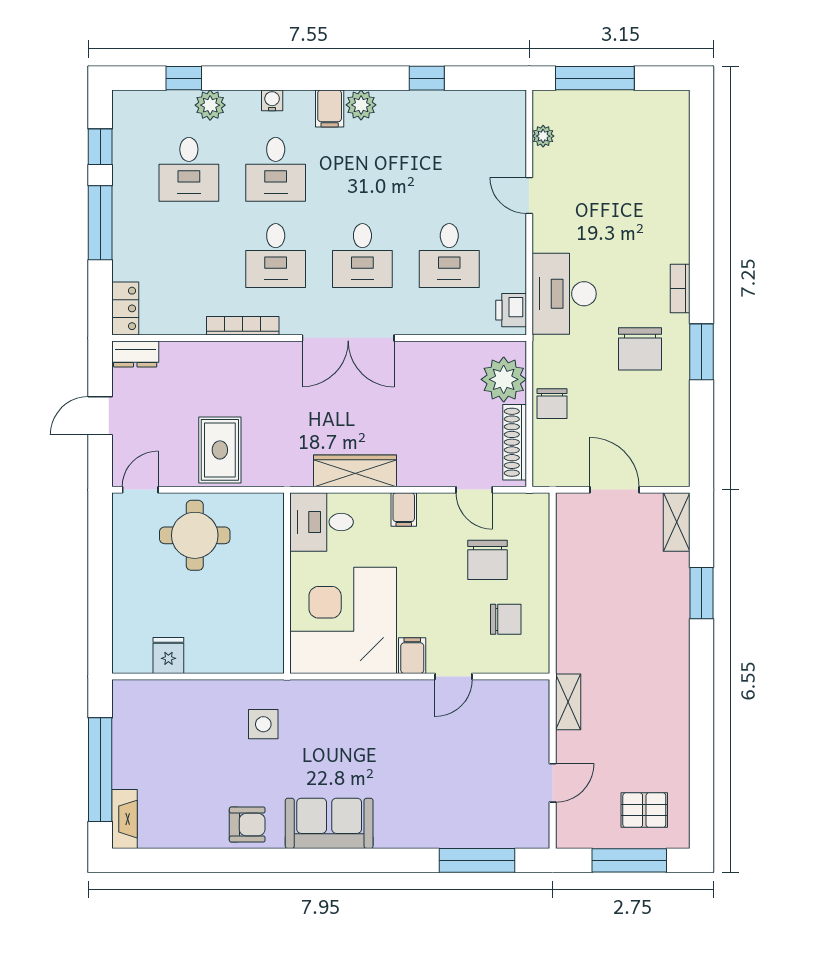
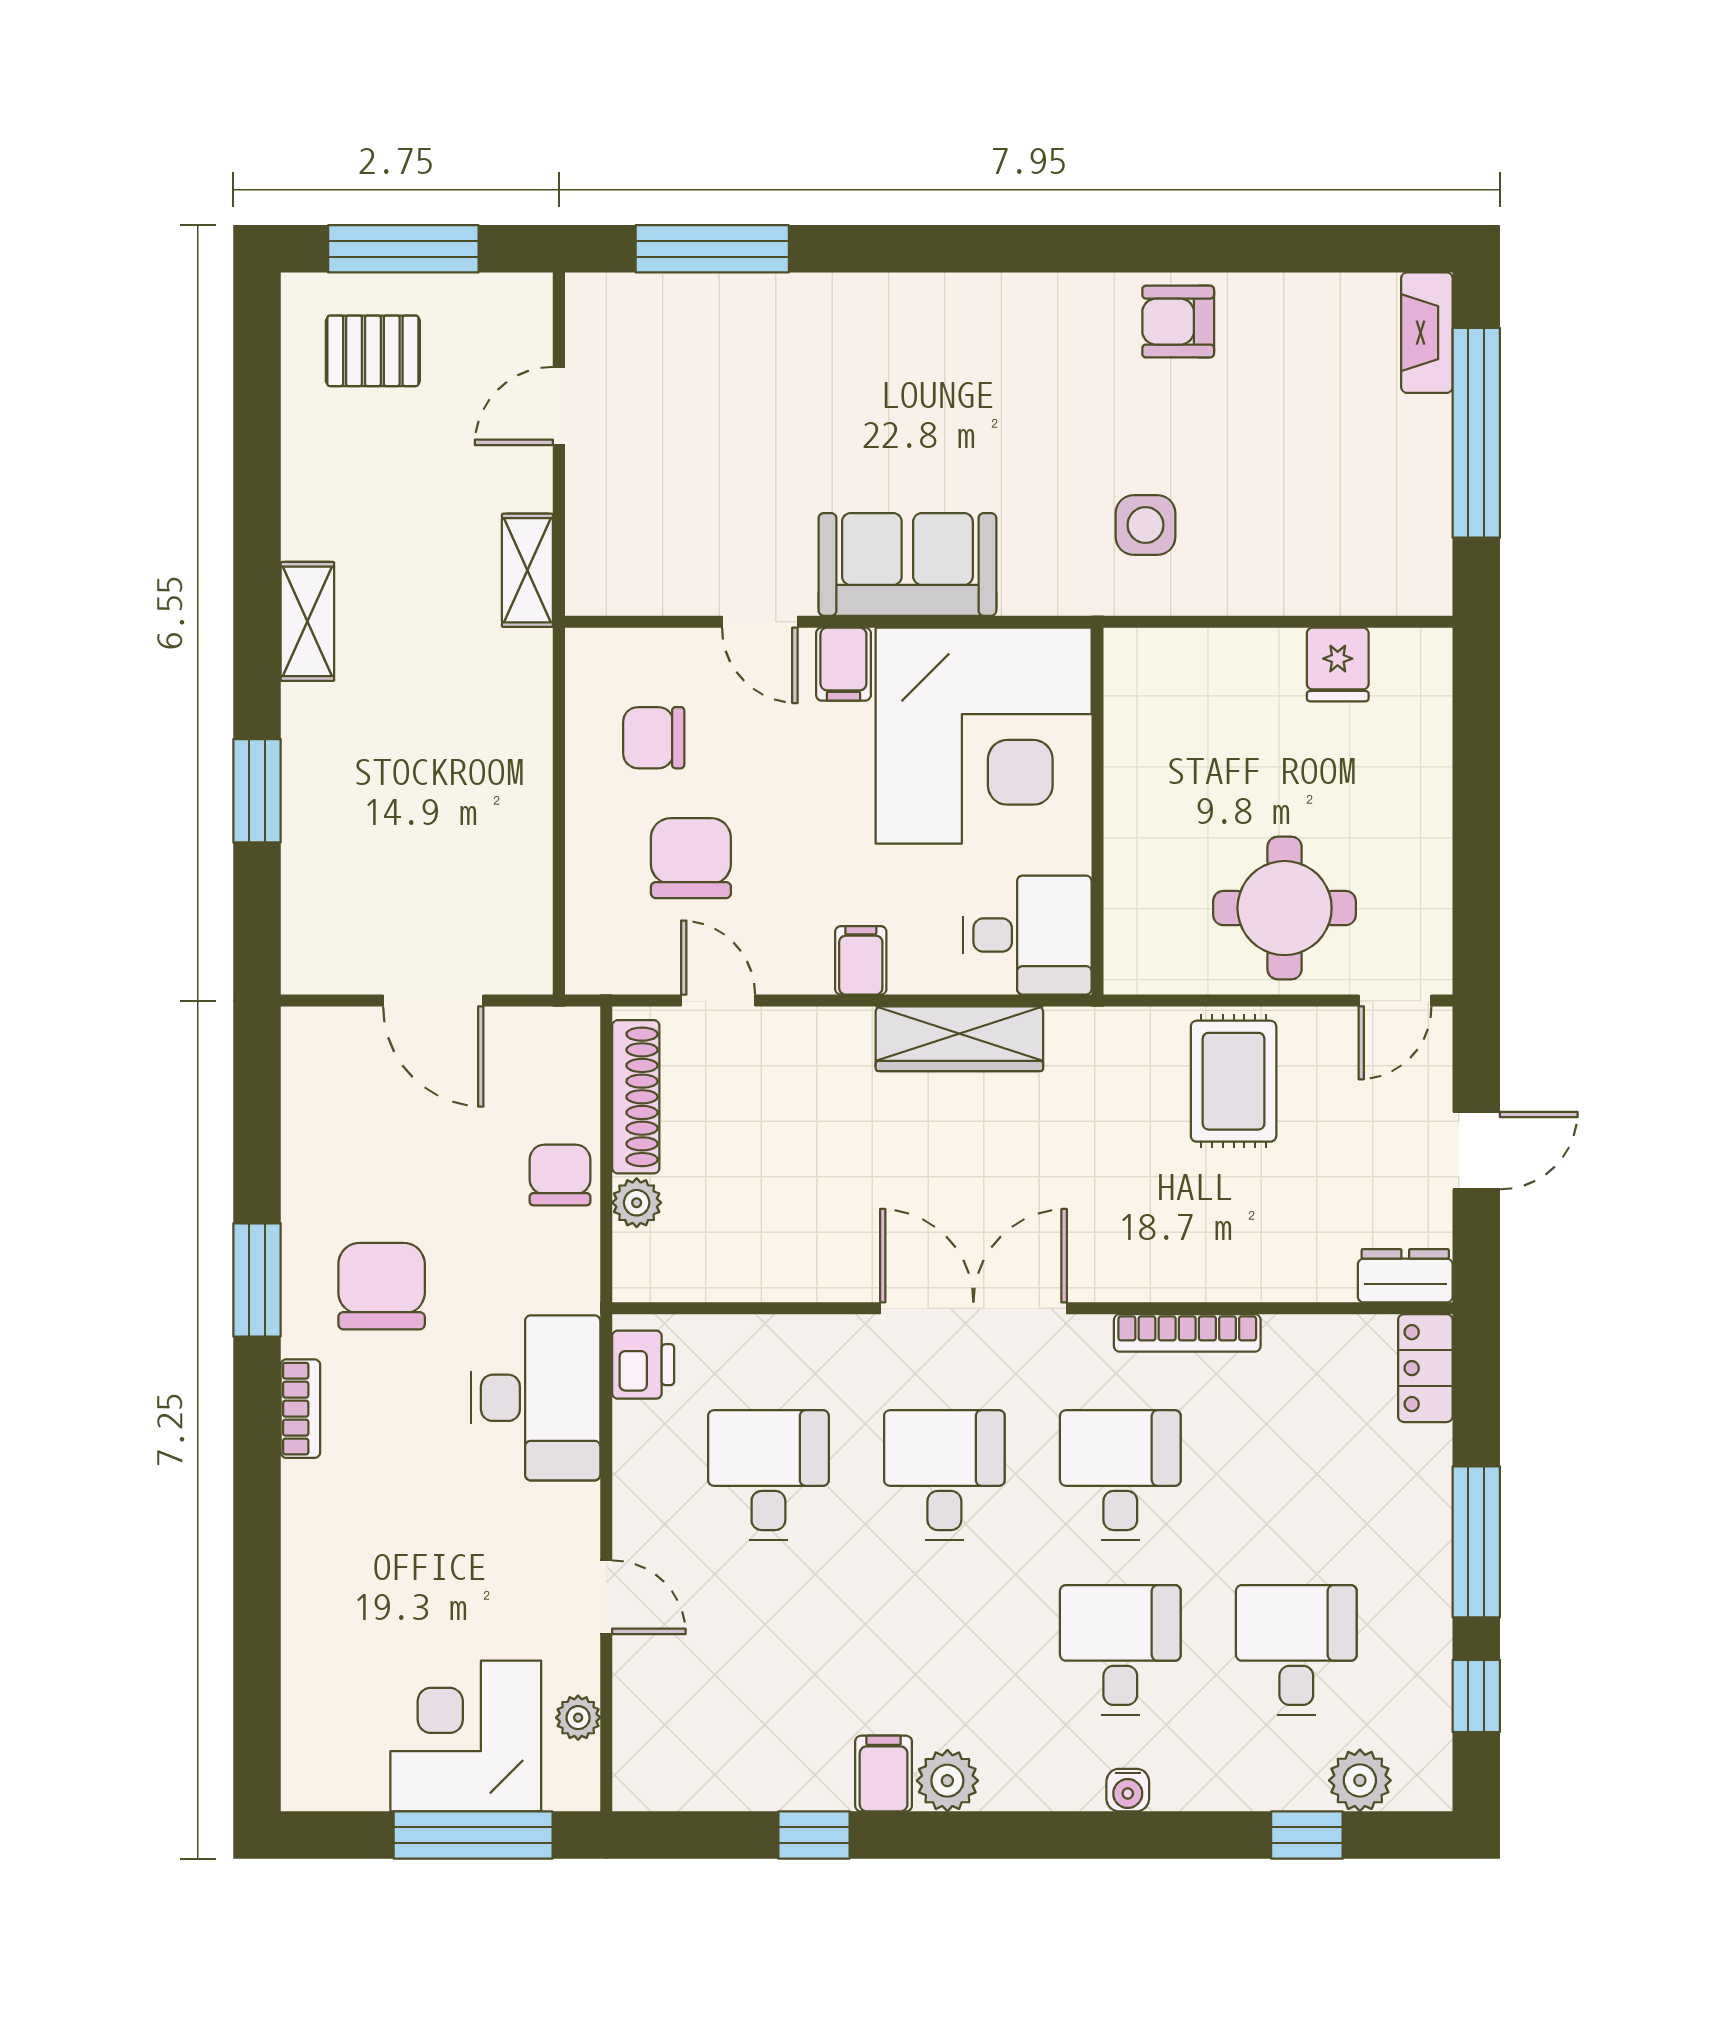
plant: (210, 105) -> (1360, 1780), moved
filing cabinet: (330, 108) -> (884, 1774), moved
corner desk: (598, 127) -> (466, 1736), added
plant: (504, 379) -> (637, 1203), width x0.53, depth x0.53
shelving: (677, 522) -> (307, 621), moved
door: (454, 677) -> (760, 622), swing flipped
sofa: (329, 823) -> (907, 564), moved, turned 180

